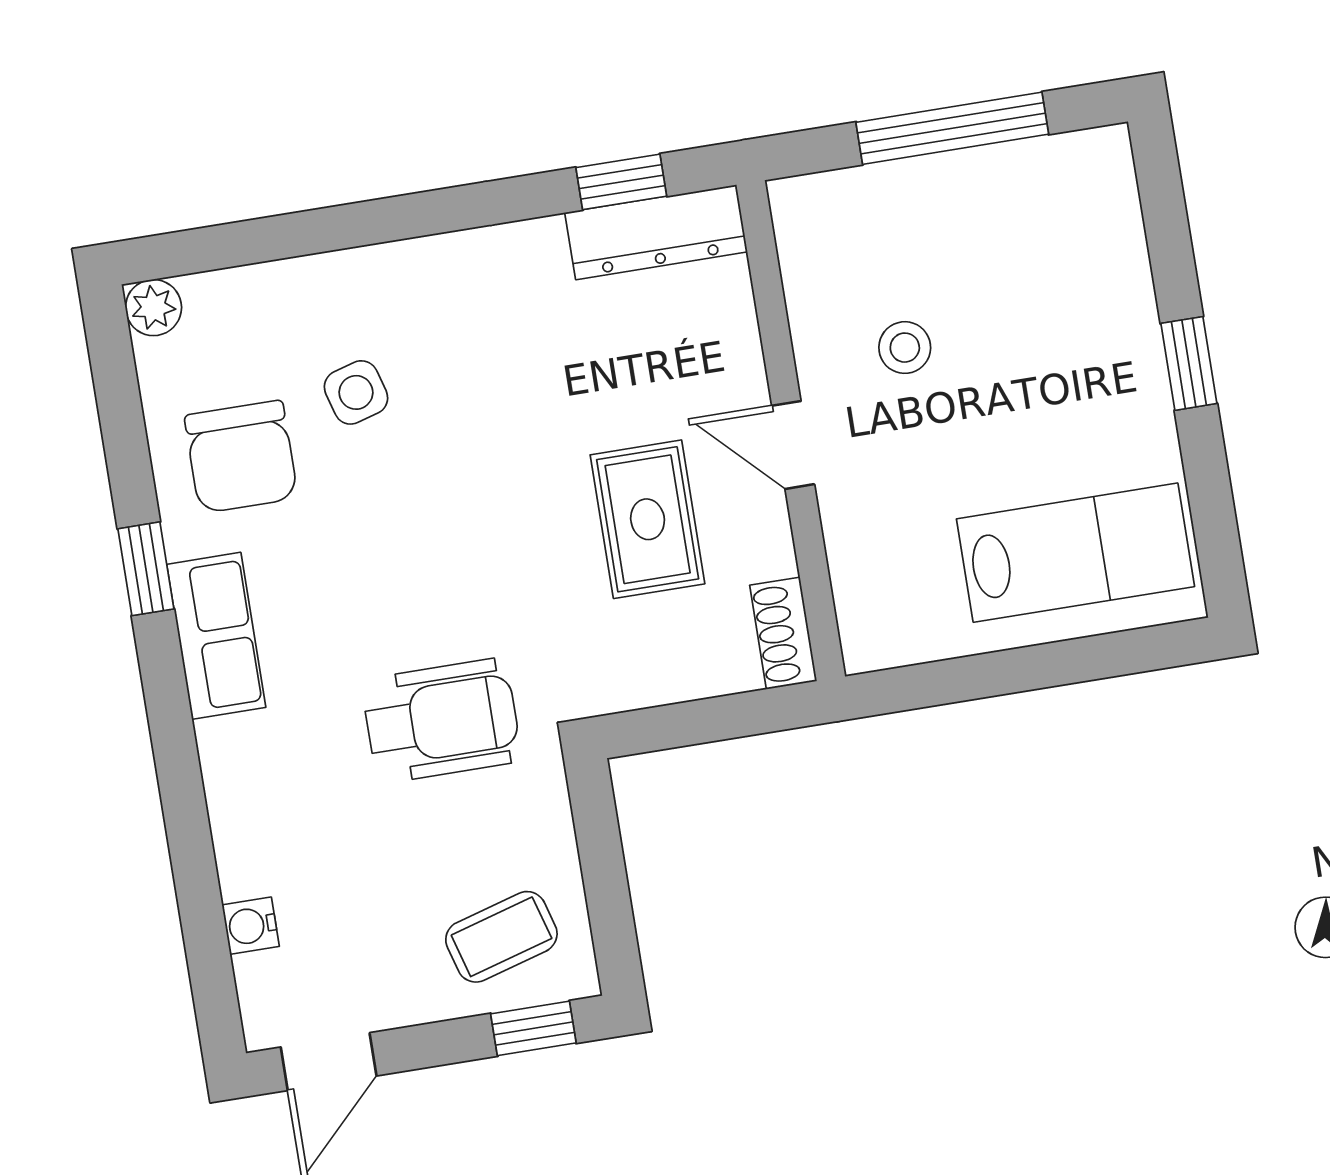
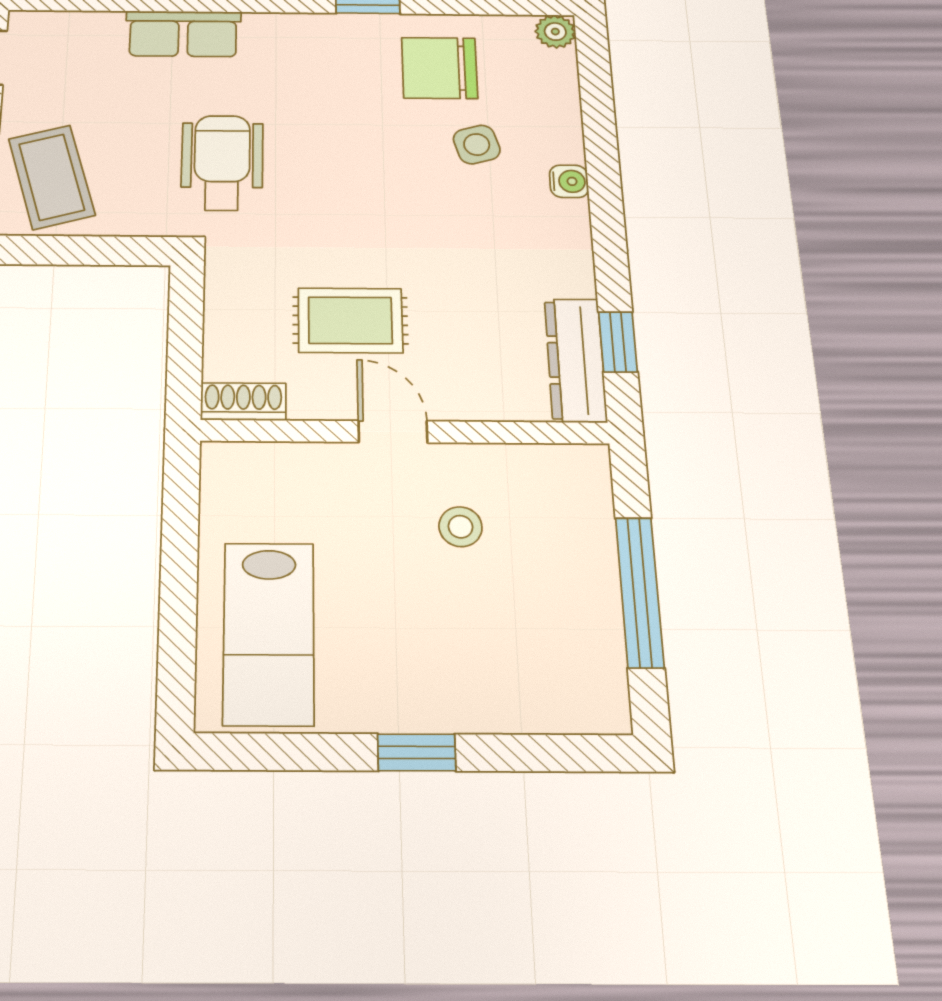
door: (793, 445) -> (393, 432), hinge flipped
row of seats: (216, 636) -> (183, 34), moved
wheelchair: (442, 721) -> (222, 163), turned 180
water cooler: (251, 926) -> (569, 181), moved, turned 90
coffee table: (501, 937) -> (52, 177), width x1.36, depth x1.30

